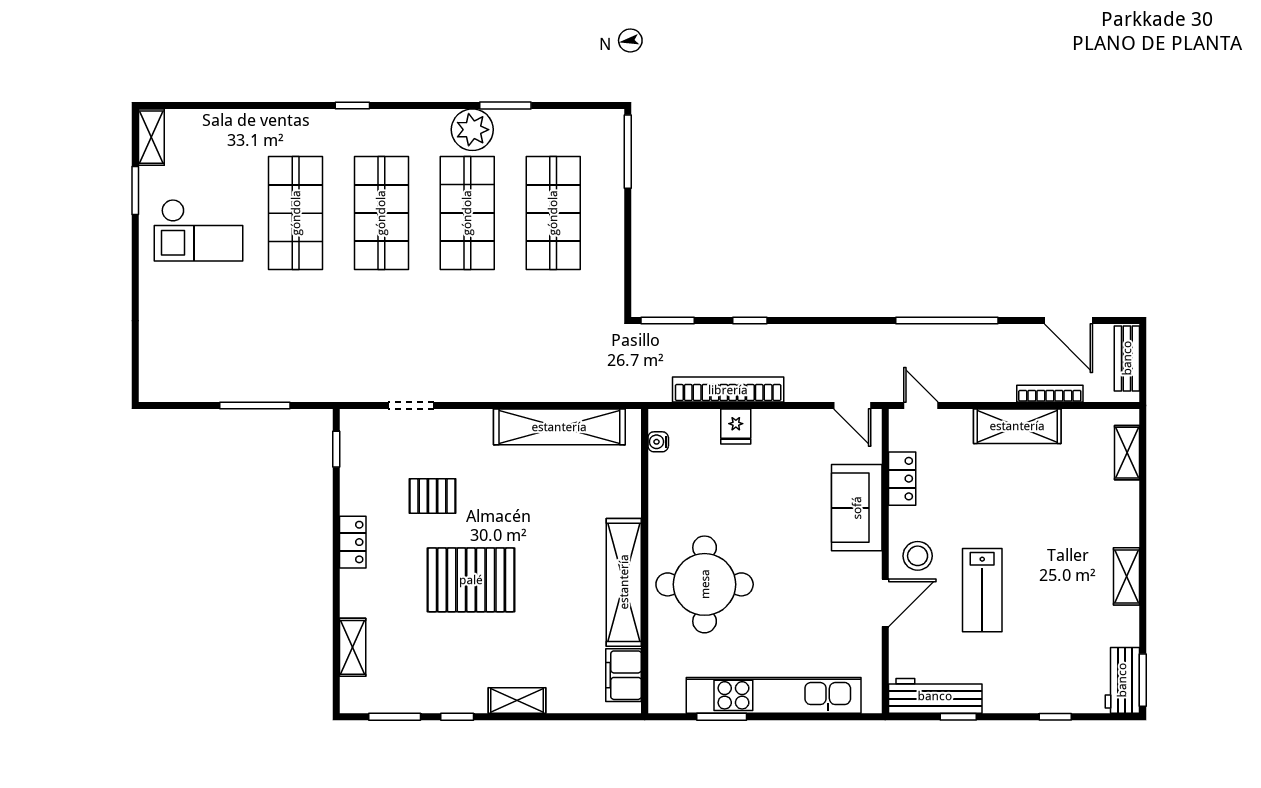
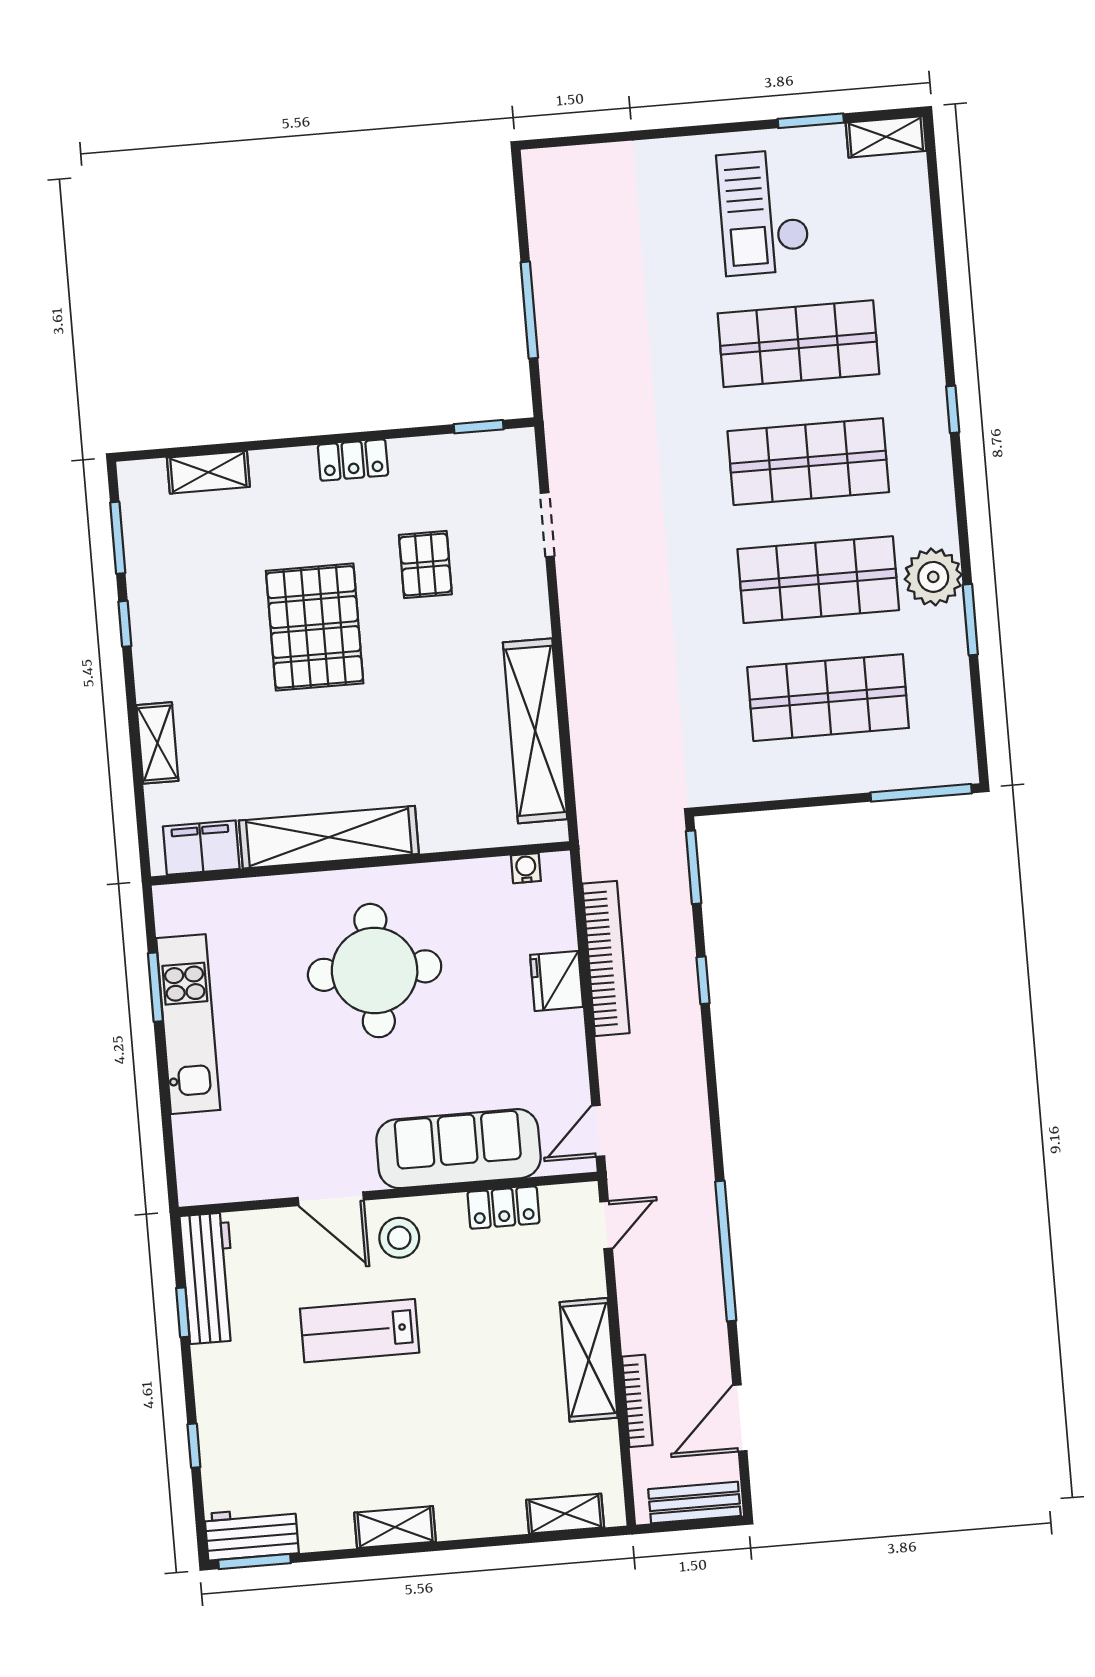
fridge: (736, 426) -> (557, 981), width x1.38
sofa: (857, 508) -> (458, 1149), width x1.36
round table: (705, 584) -> (375, 971), moved
kitchen unit: (774, 695) -> (188, 1024), width x0.73
shelving: (517, 701) -> (157, 743), moved

